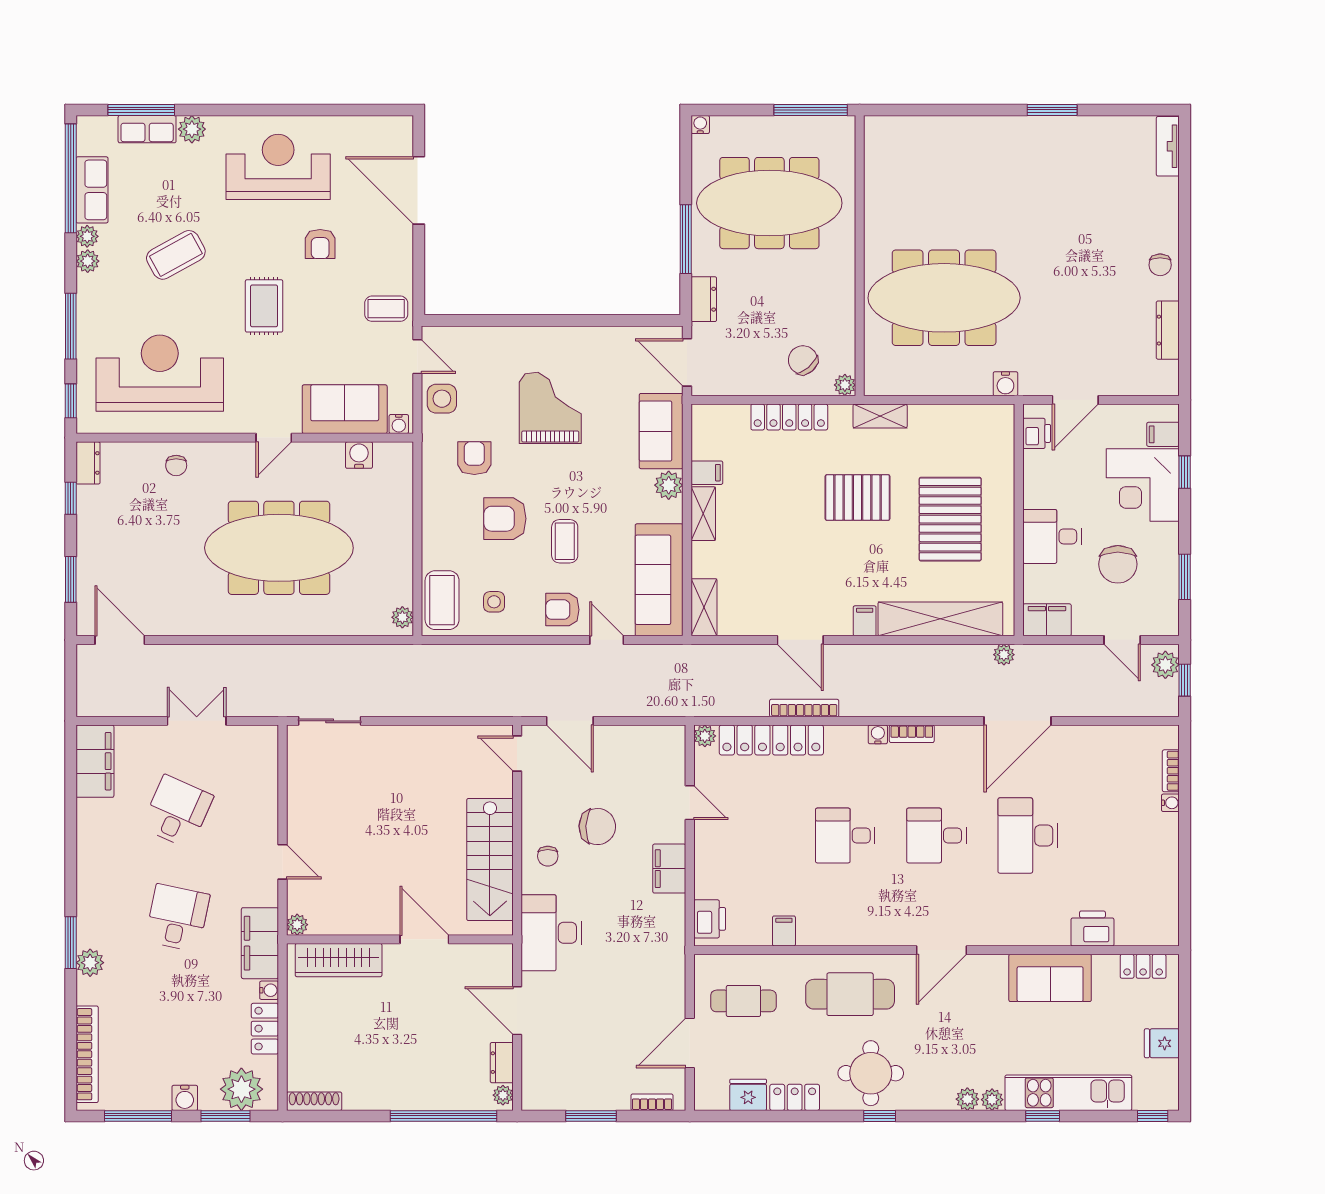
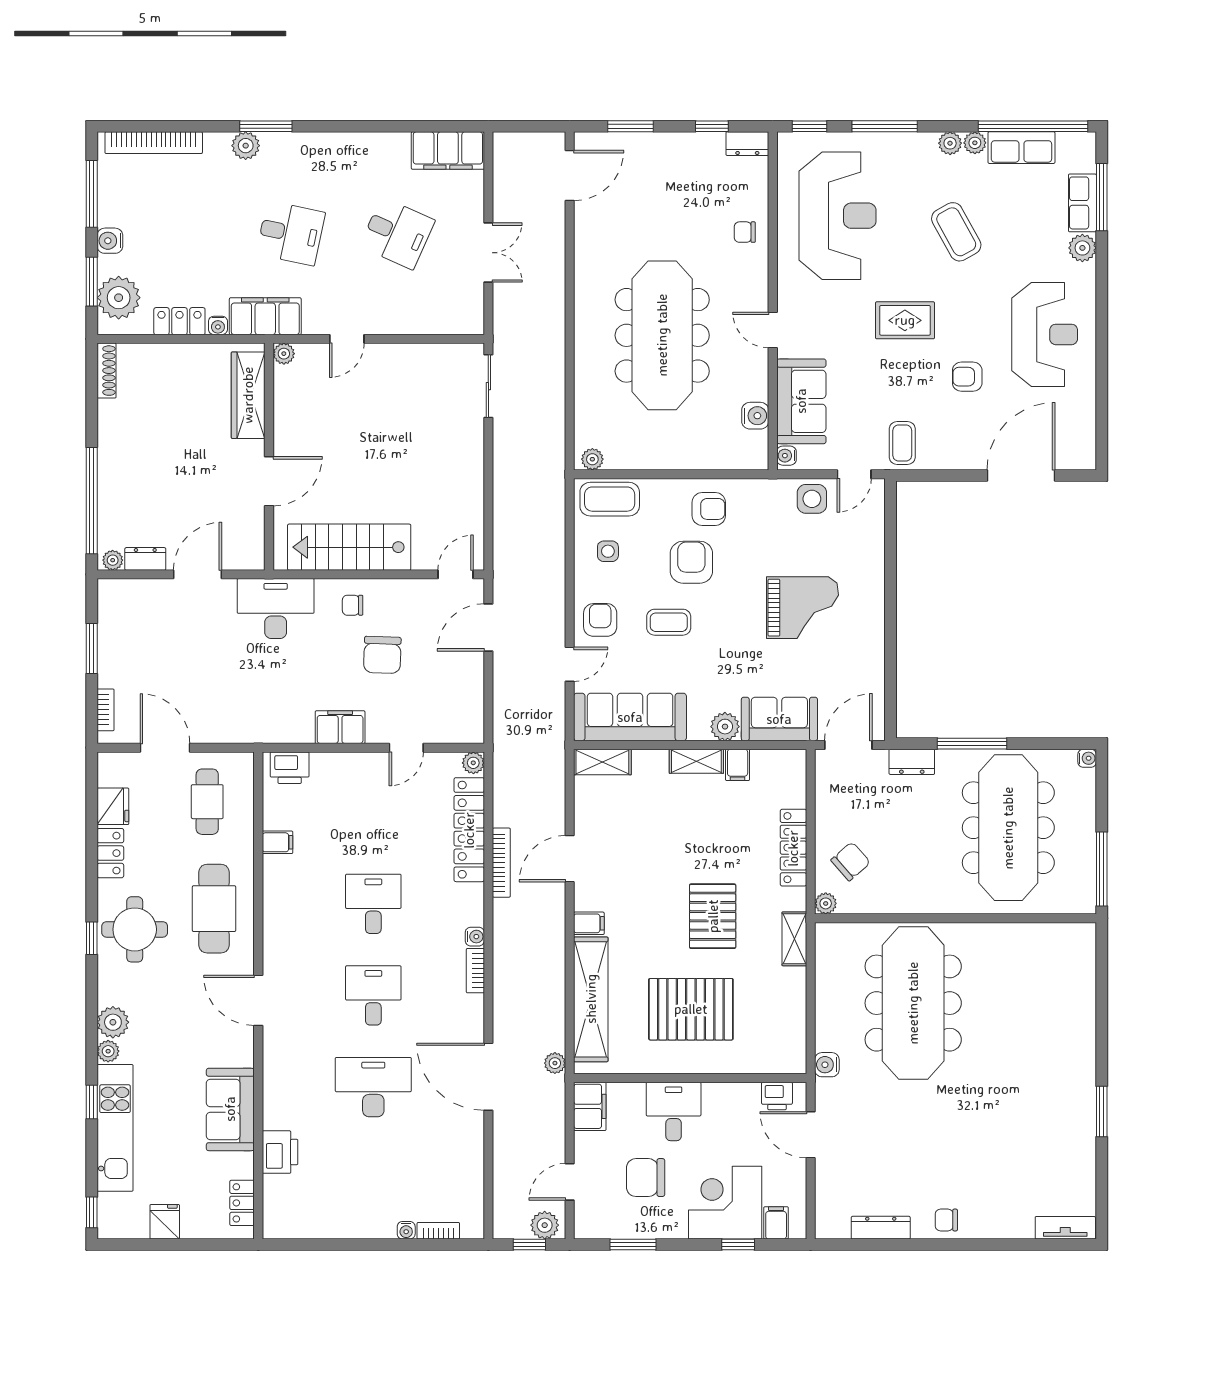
armchair: (474, 458) -> (709, 509), moved
plant: (967, 1099) -> (113, 1022), width x1.38, depth x1.38

